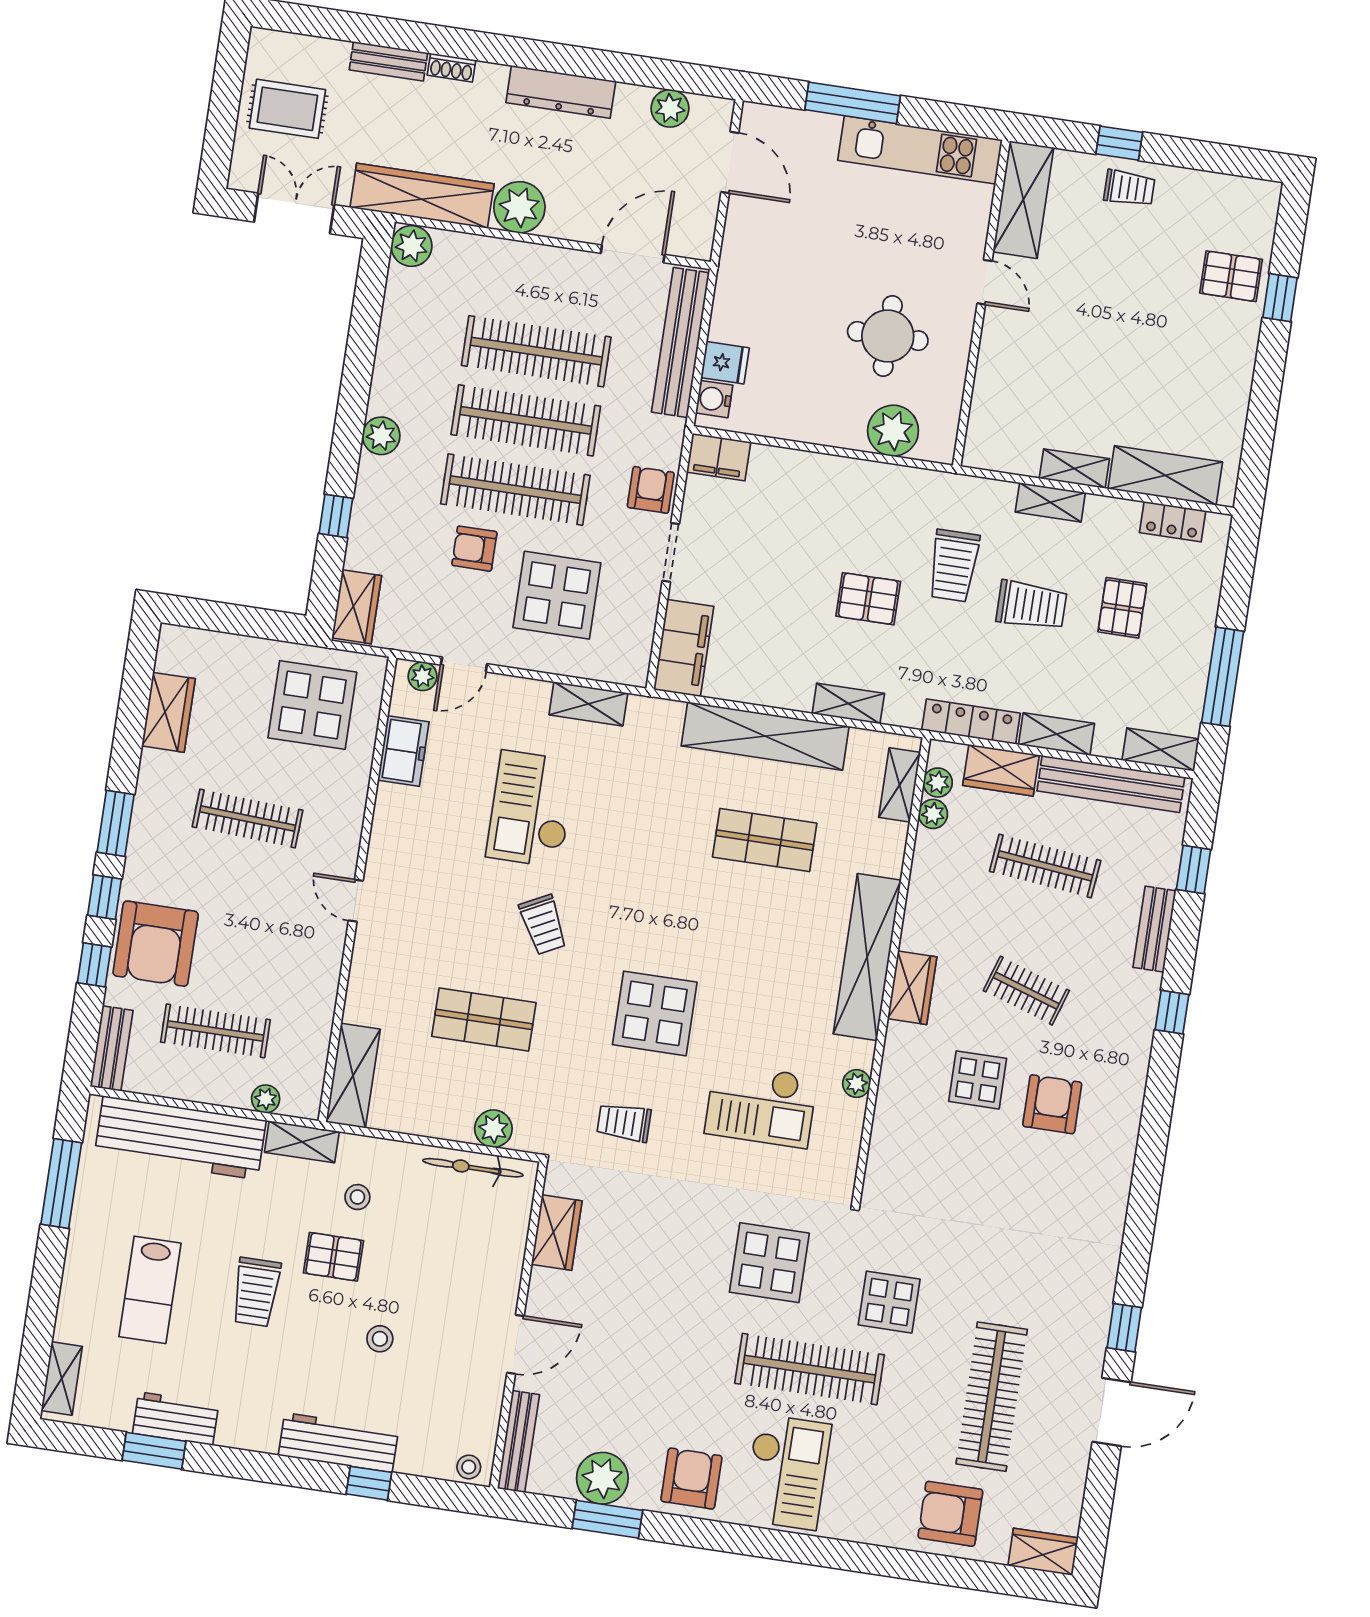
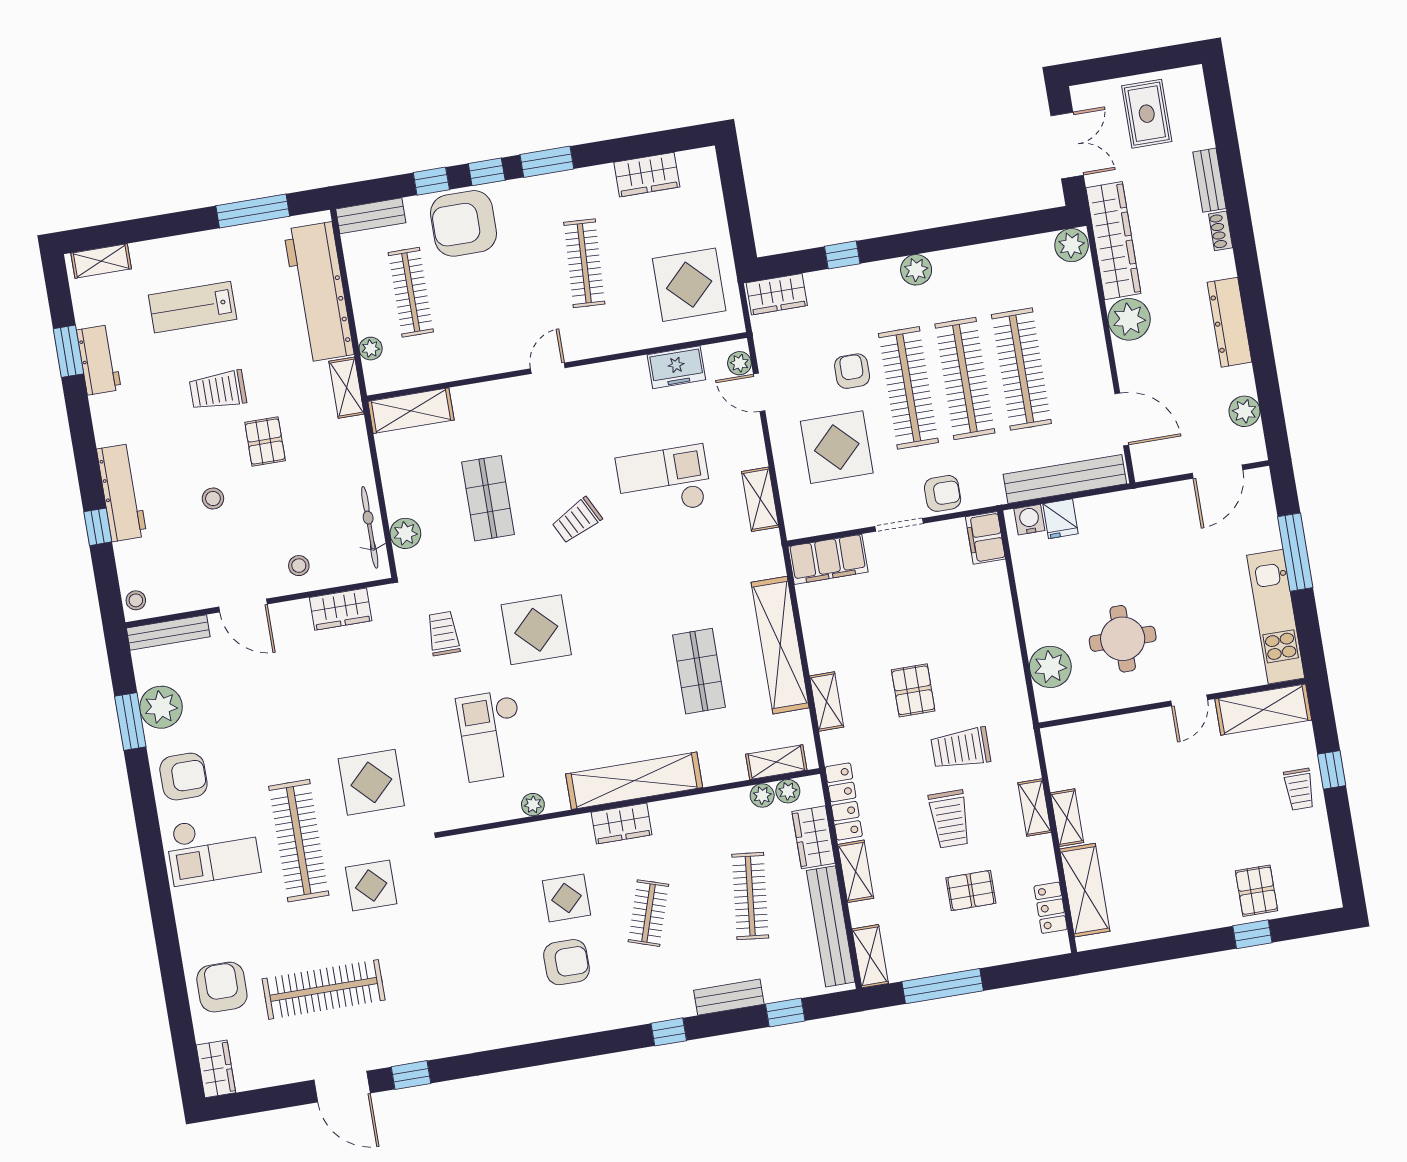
stool: (357, 1197) -> (299, 566), moved

